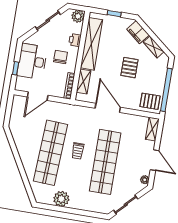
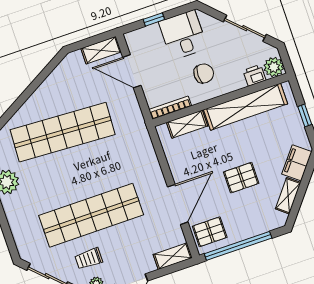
printer: (75, 40) -> (254, 75), moved
desk: (32, 61) -> (183, 35), width x0.73
pallet: (150, 101) -> (210, 232), turned 90
shelving: (17, 107) -> (101, 50), added
door: (108, 108) -> (178, 204), moved
trolley: (78, 151) -> (89, 259), moved

